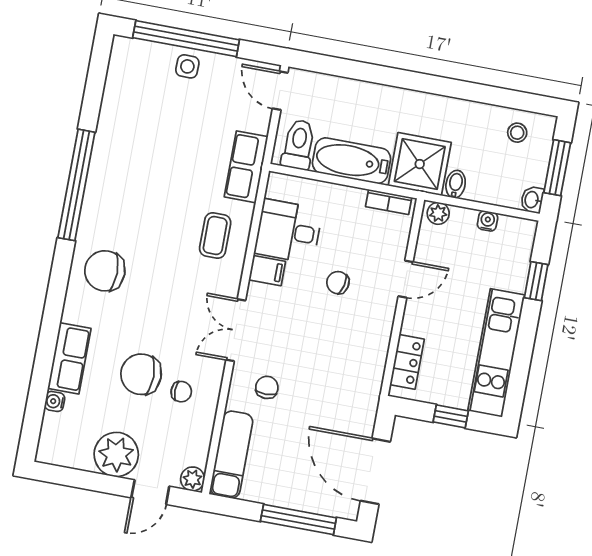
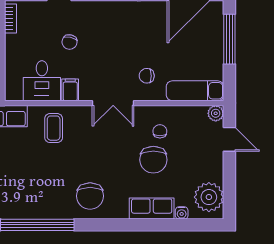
coffee table: (215, 236) -> (54, 128), turned 90
plant: (116, 454) -> (209, 197), moved

